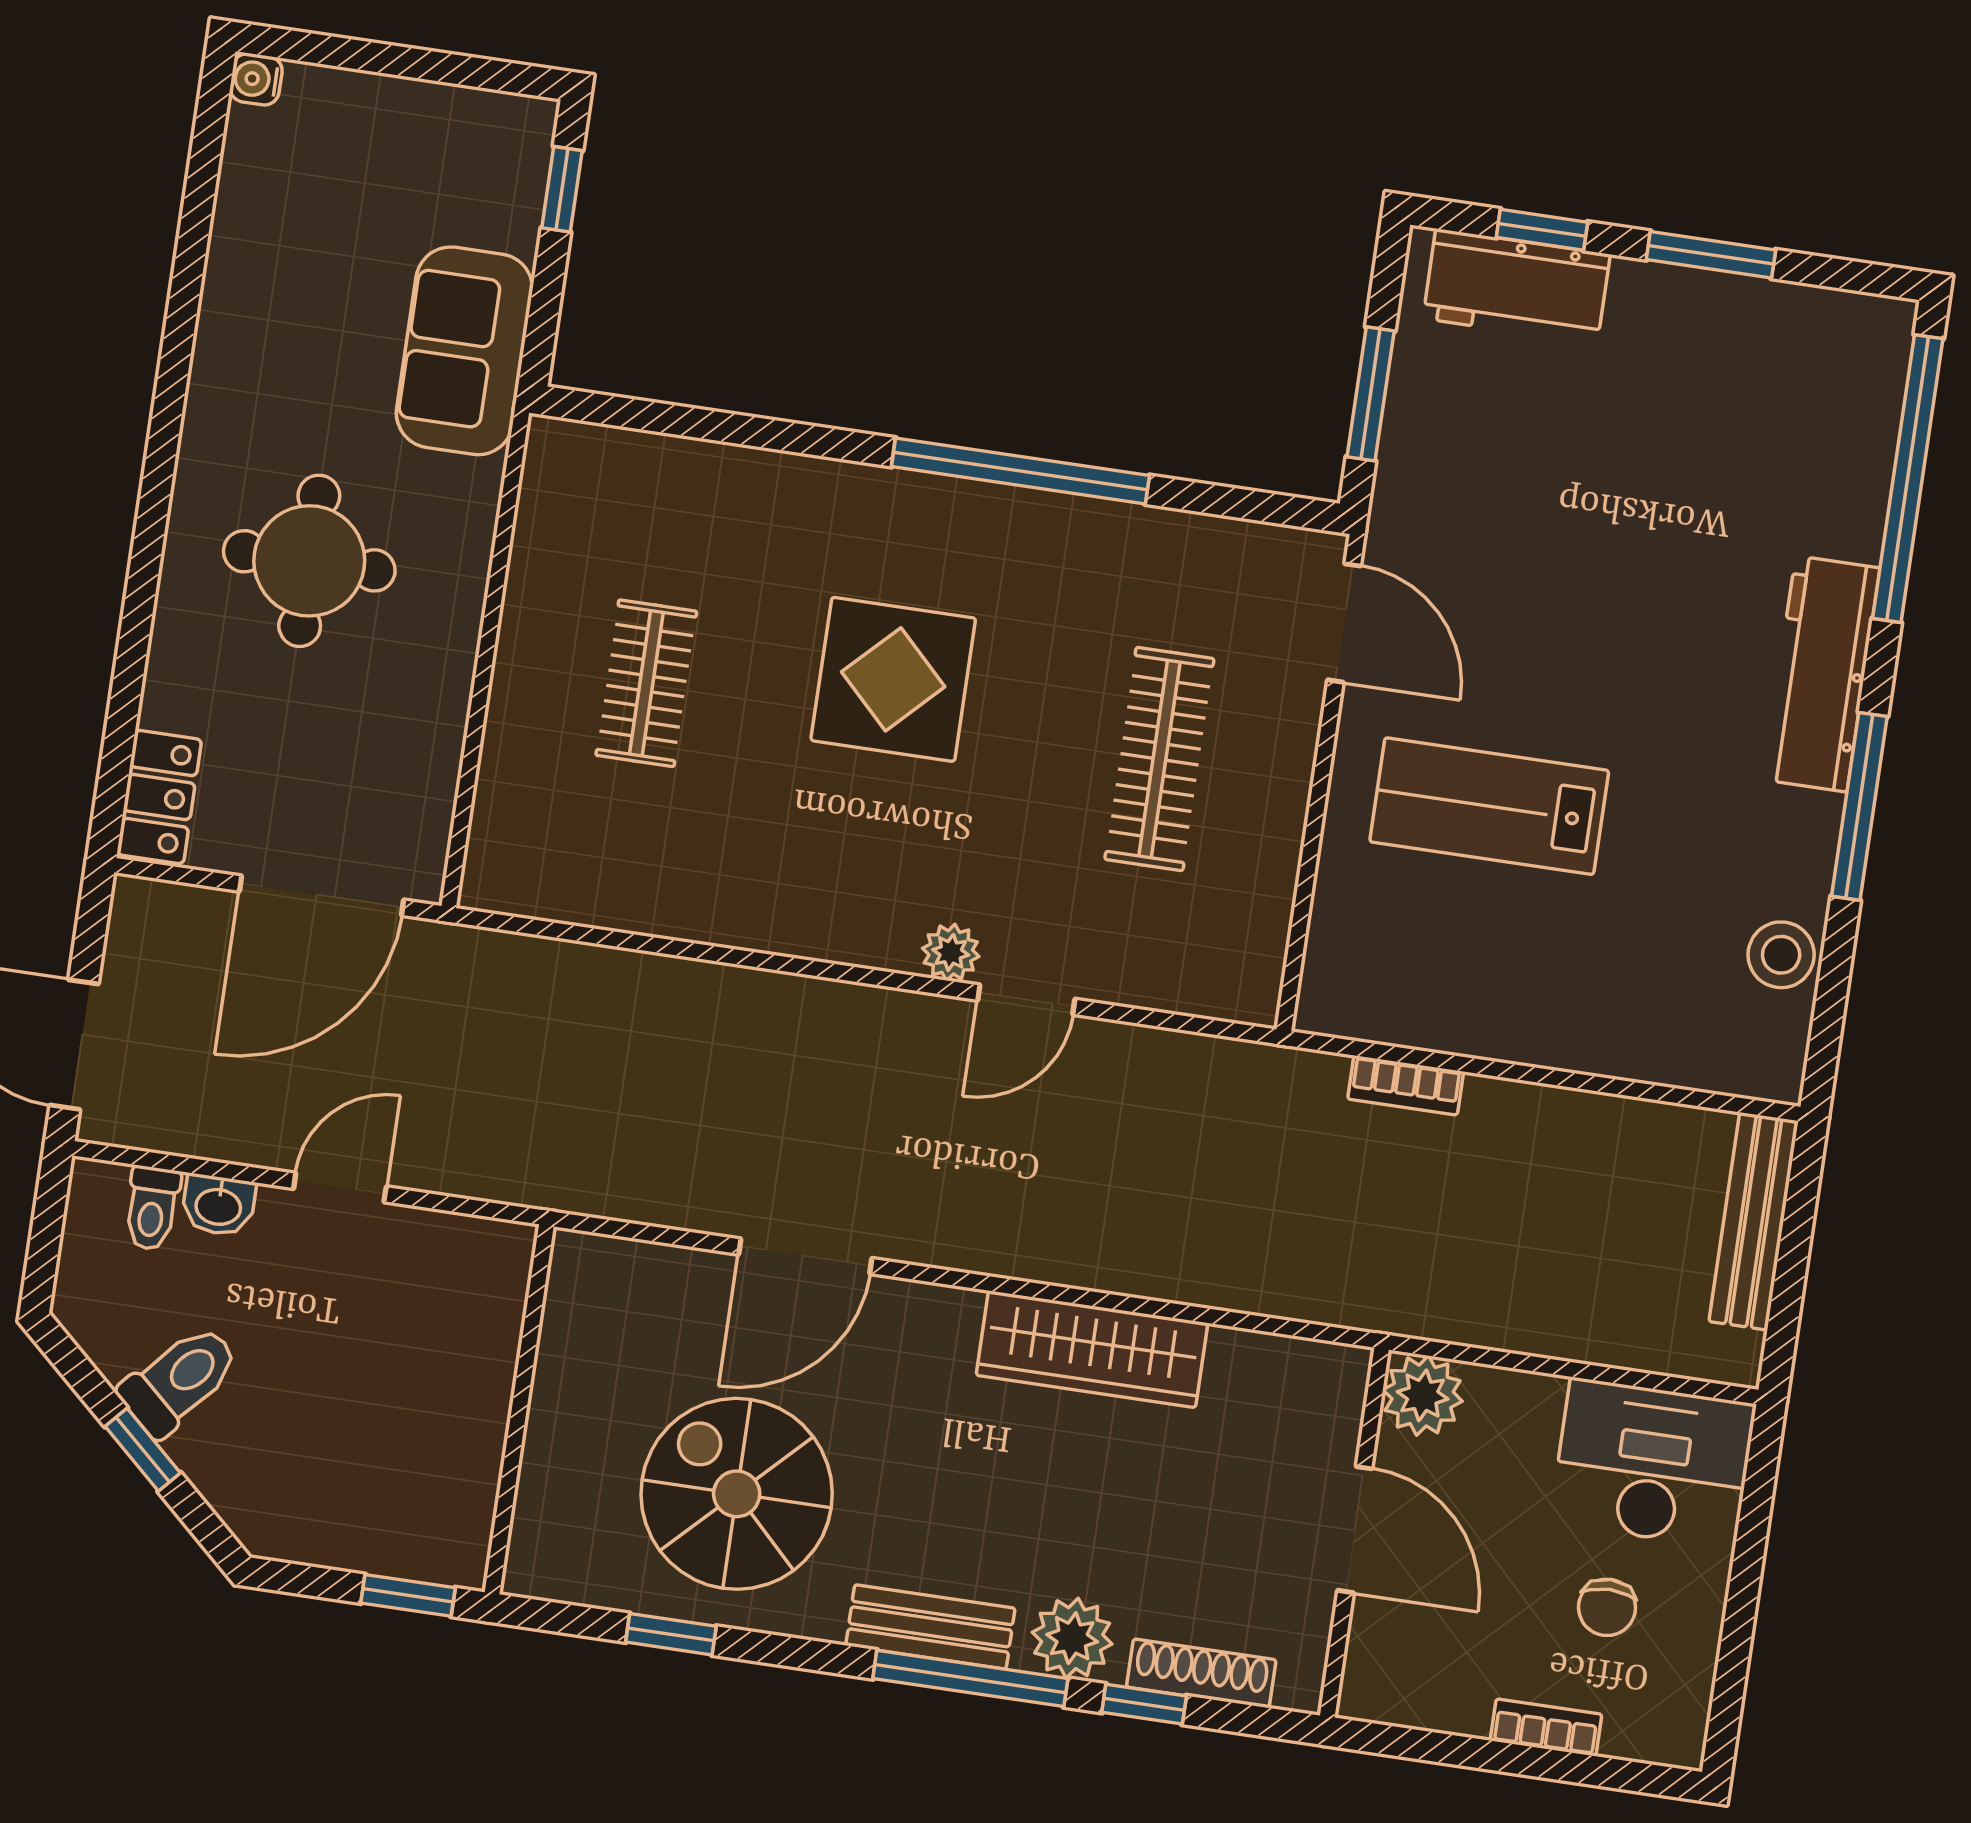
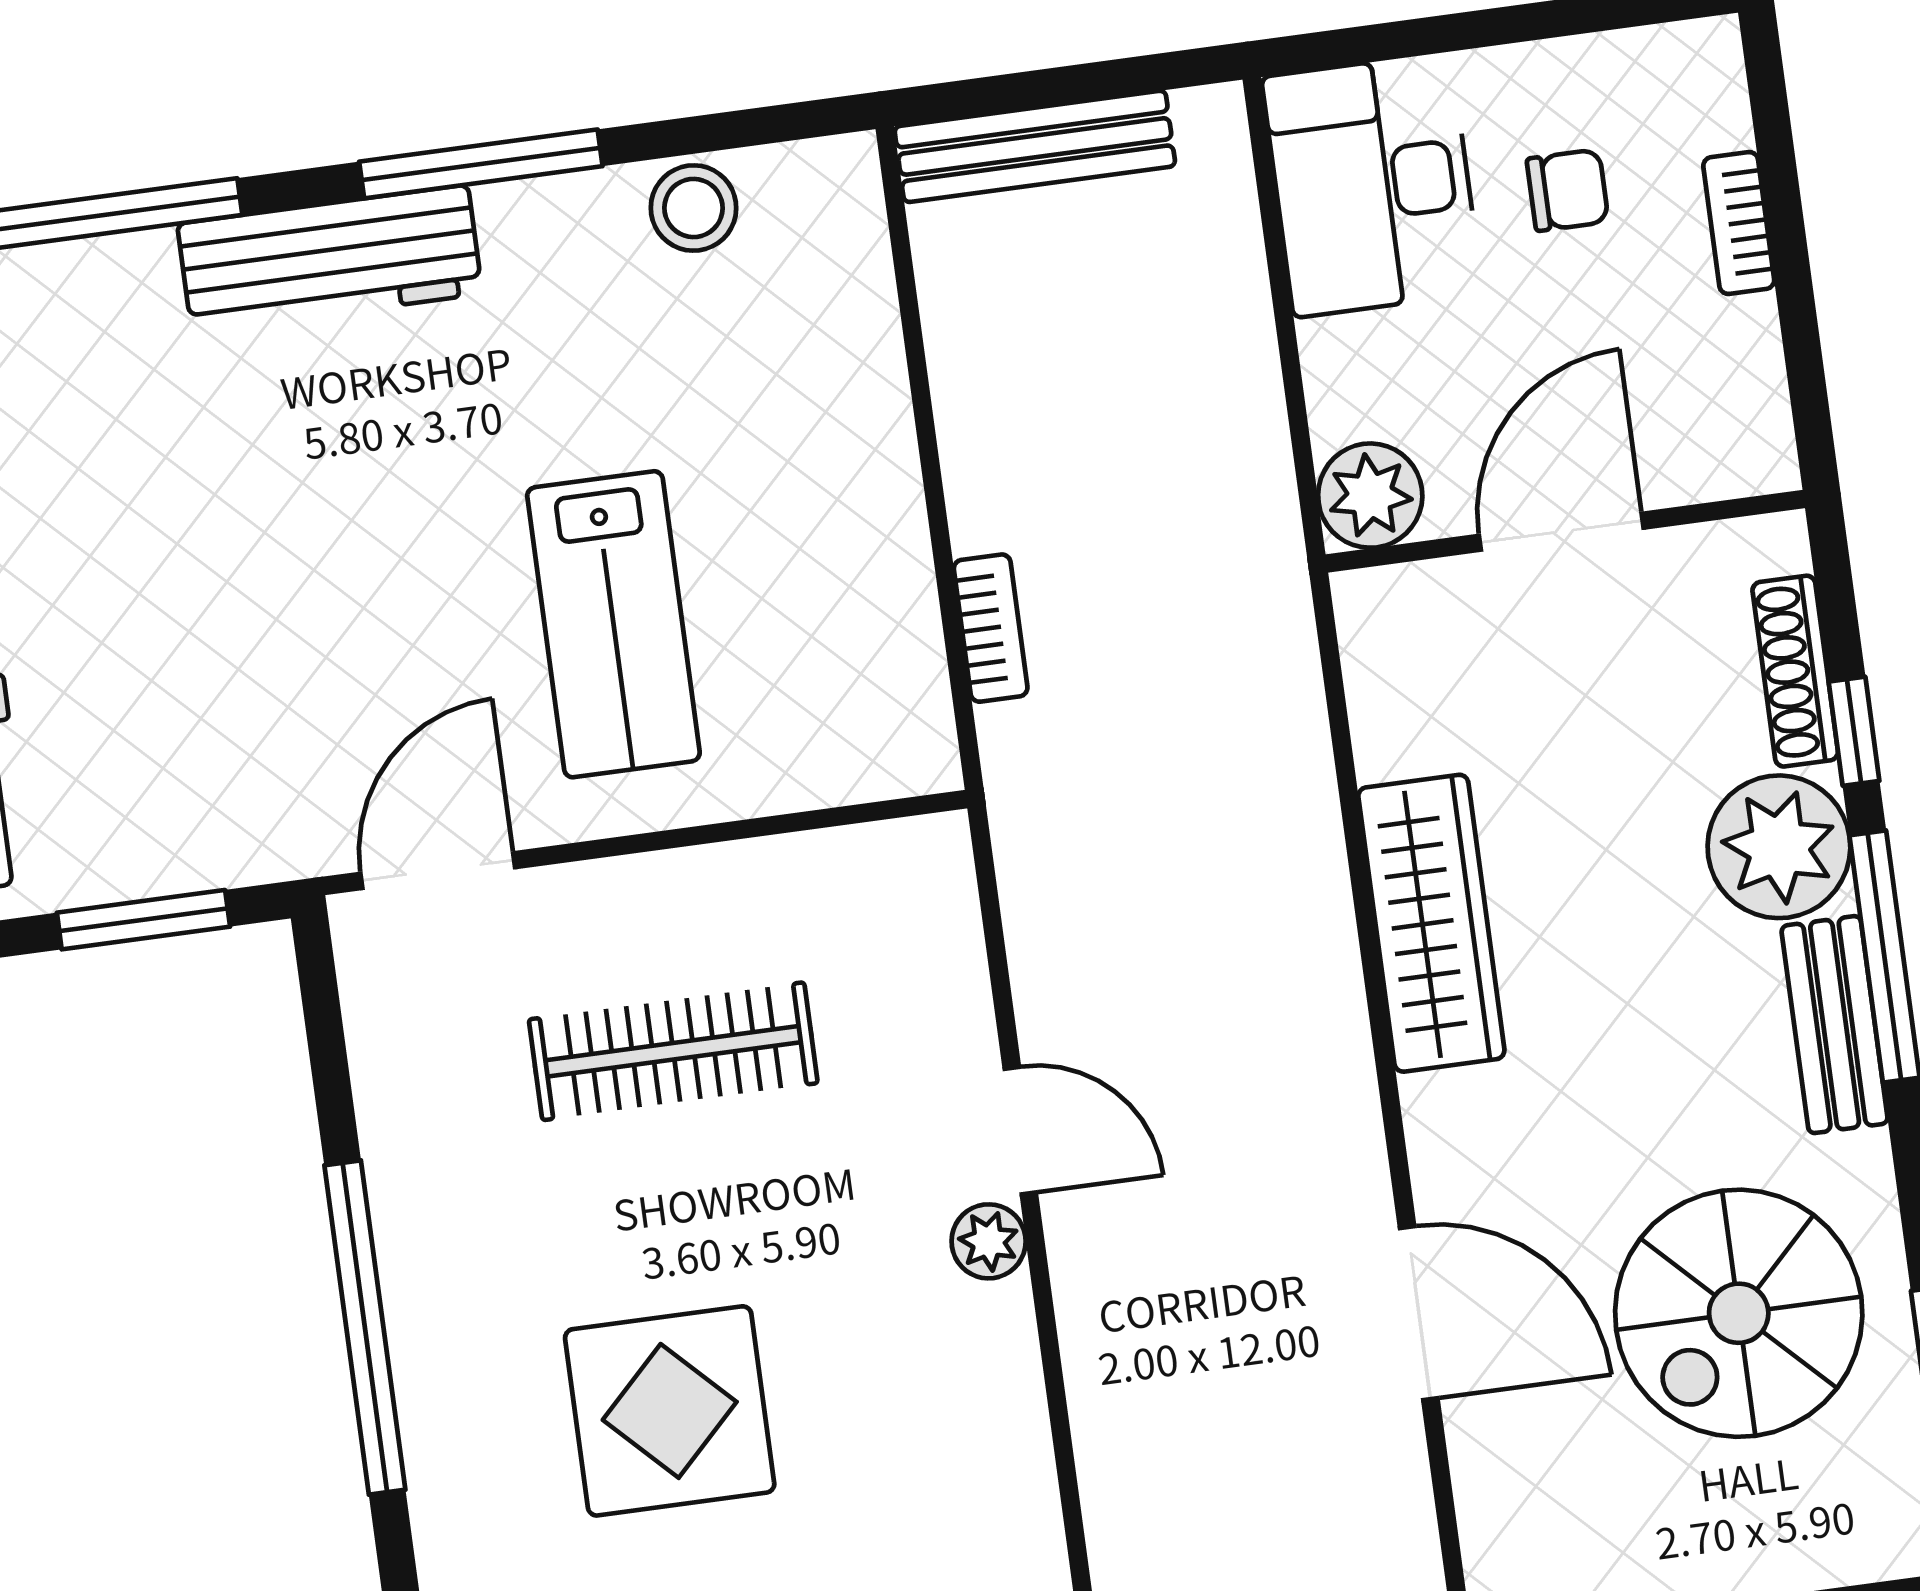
plant: (1072, 1638) -> (1779, 847), width x1.36, depth x1.36

